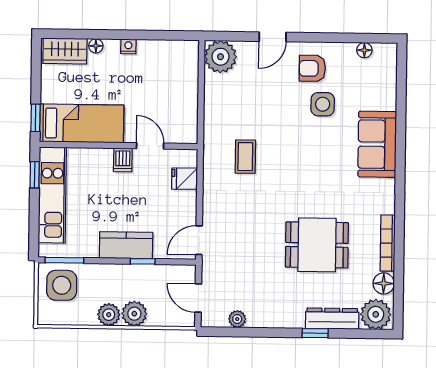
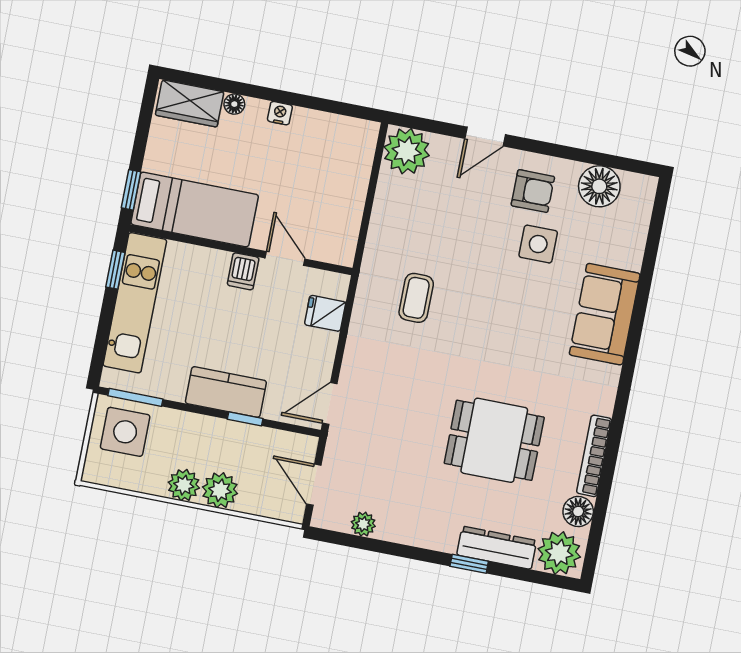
floor lamp: (364, 50) -> (599, 186), width x1.89, depth x1.89
armchair: (312, 68) -> (533, 191), turned 180

